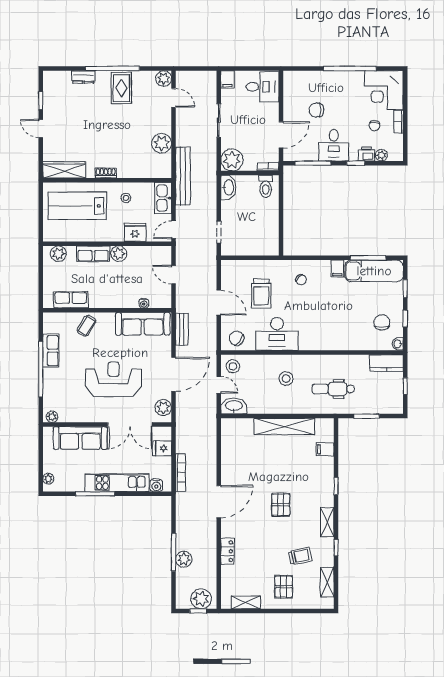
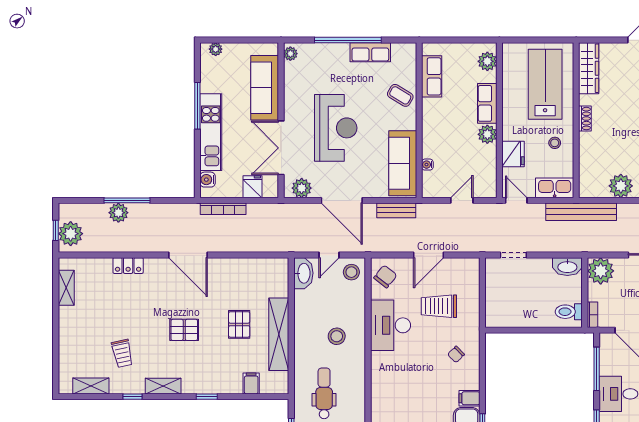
pallet: (284, 587) -> (239, 324), moved, turned 90

